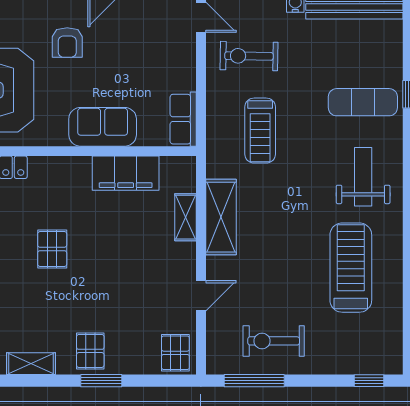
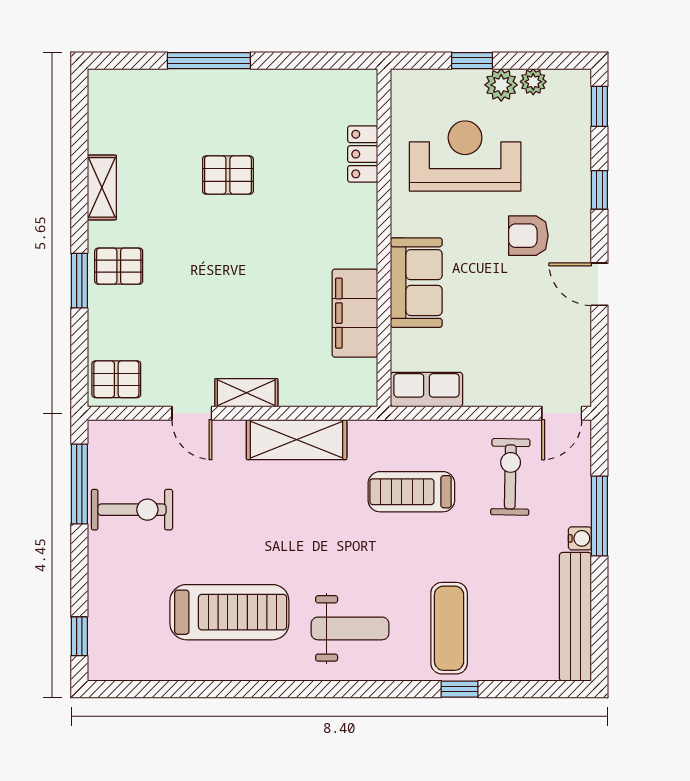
shelving: (186, 217) -> (246, 393), moved
pallet: (52, 249) -> (228, 175), moved
exercise bike: (274, 341) -> (132, 510), turned 90

